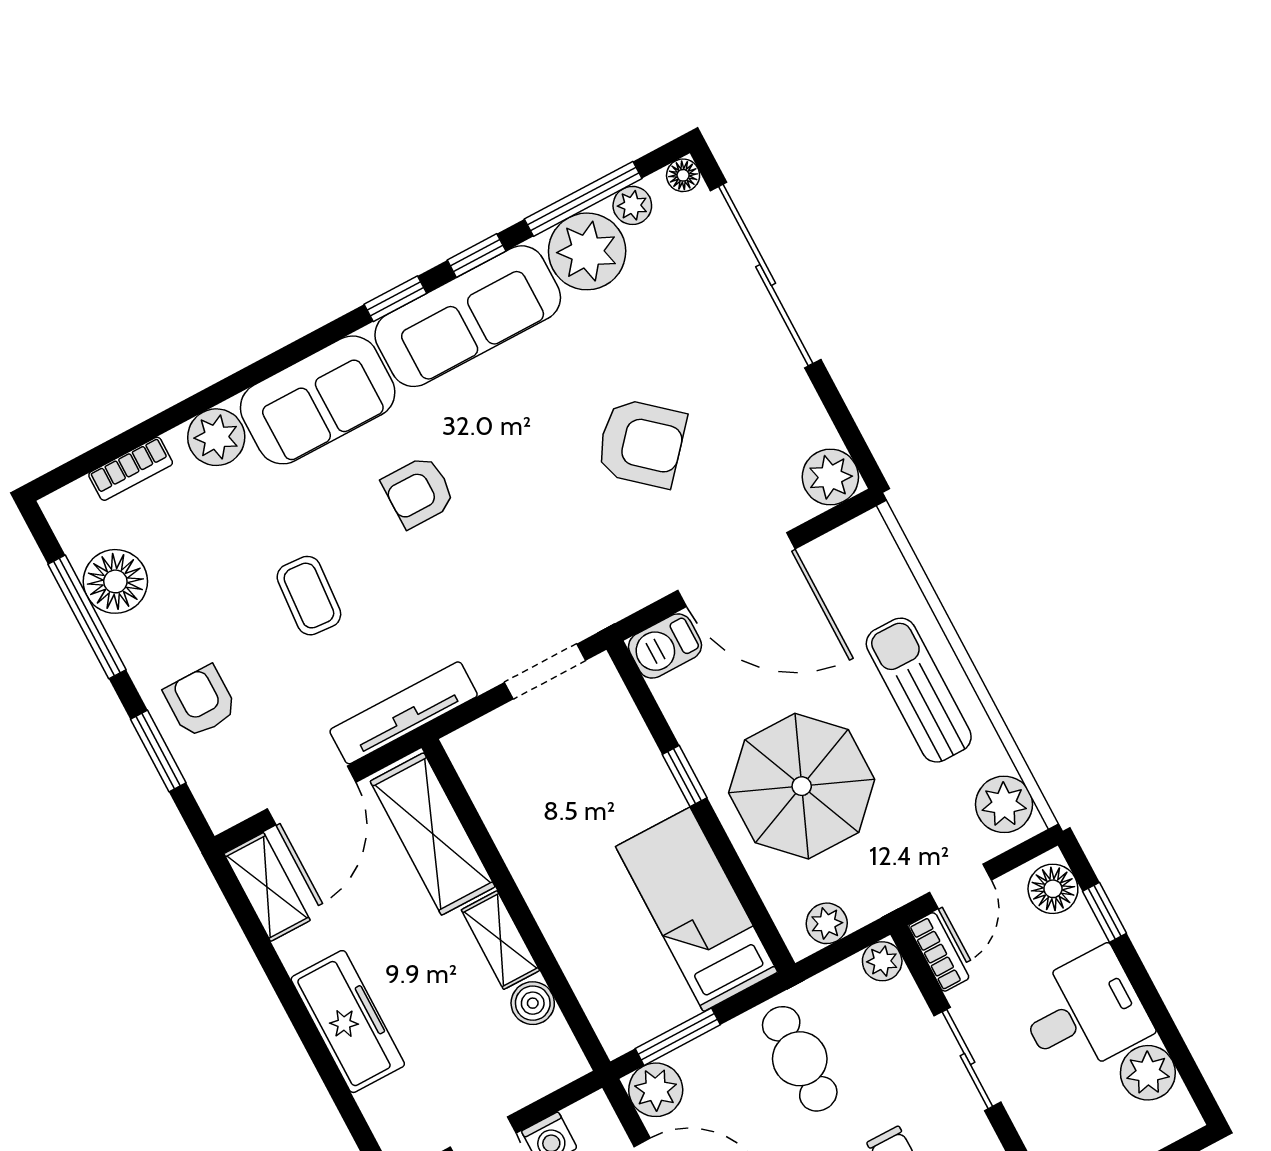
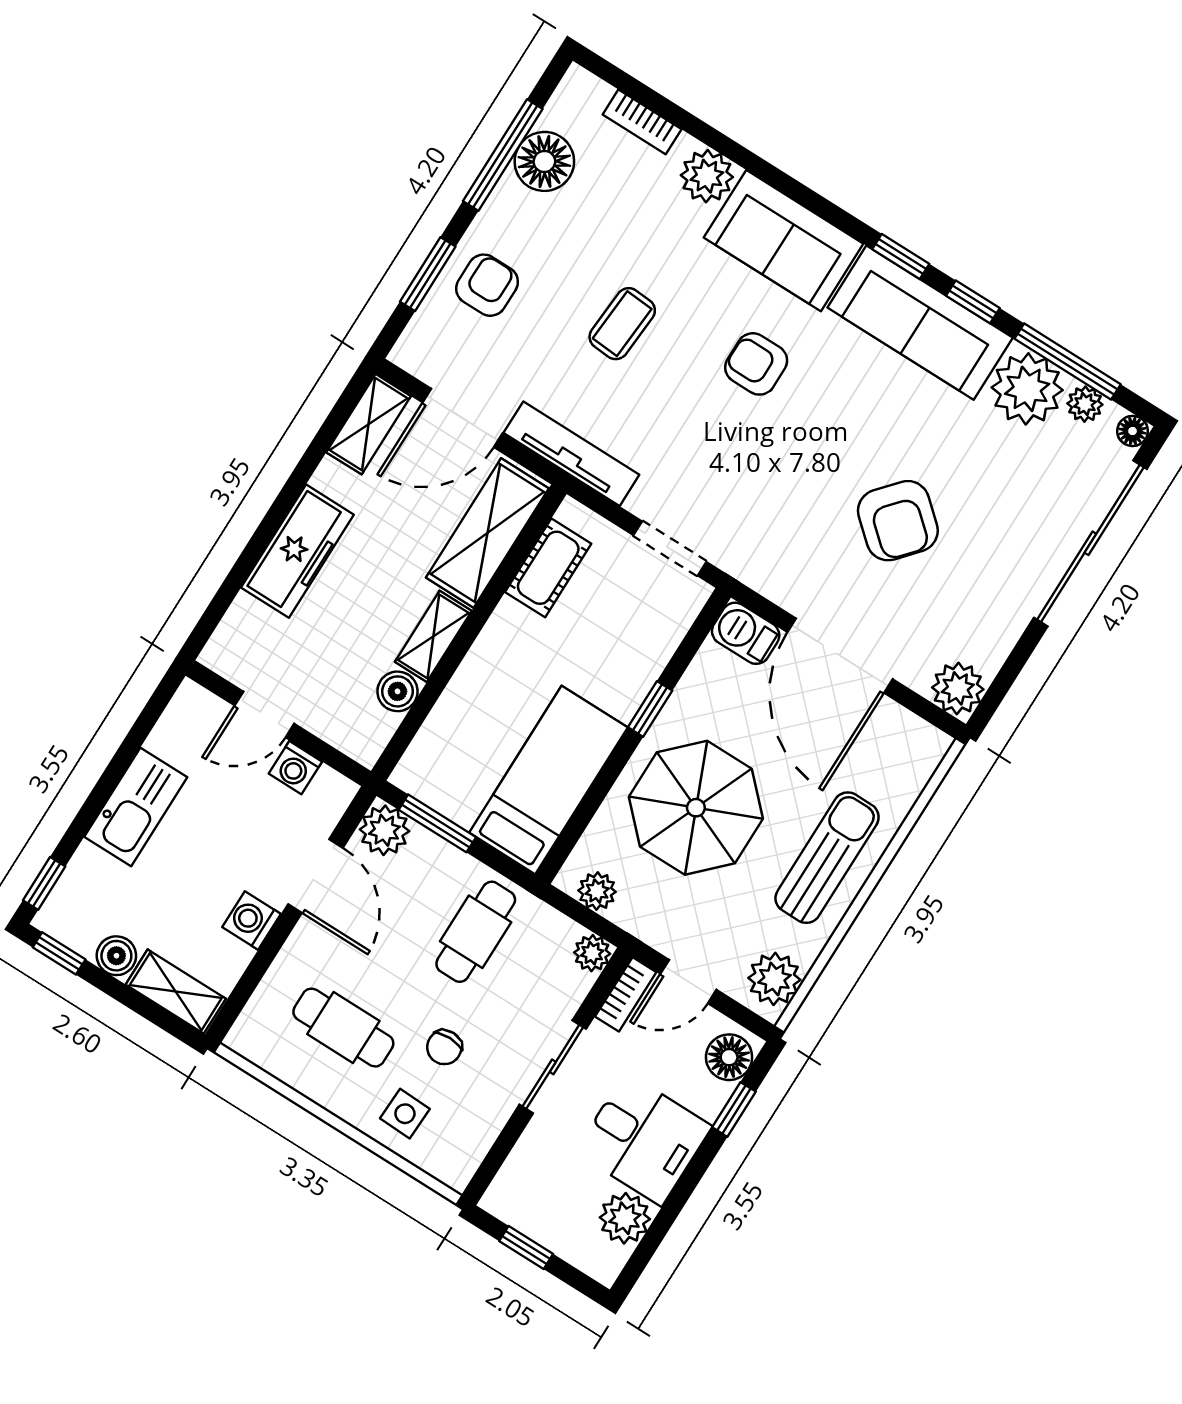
cot: (498, 796) -> (548, 568), added

